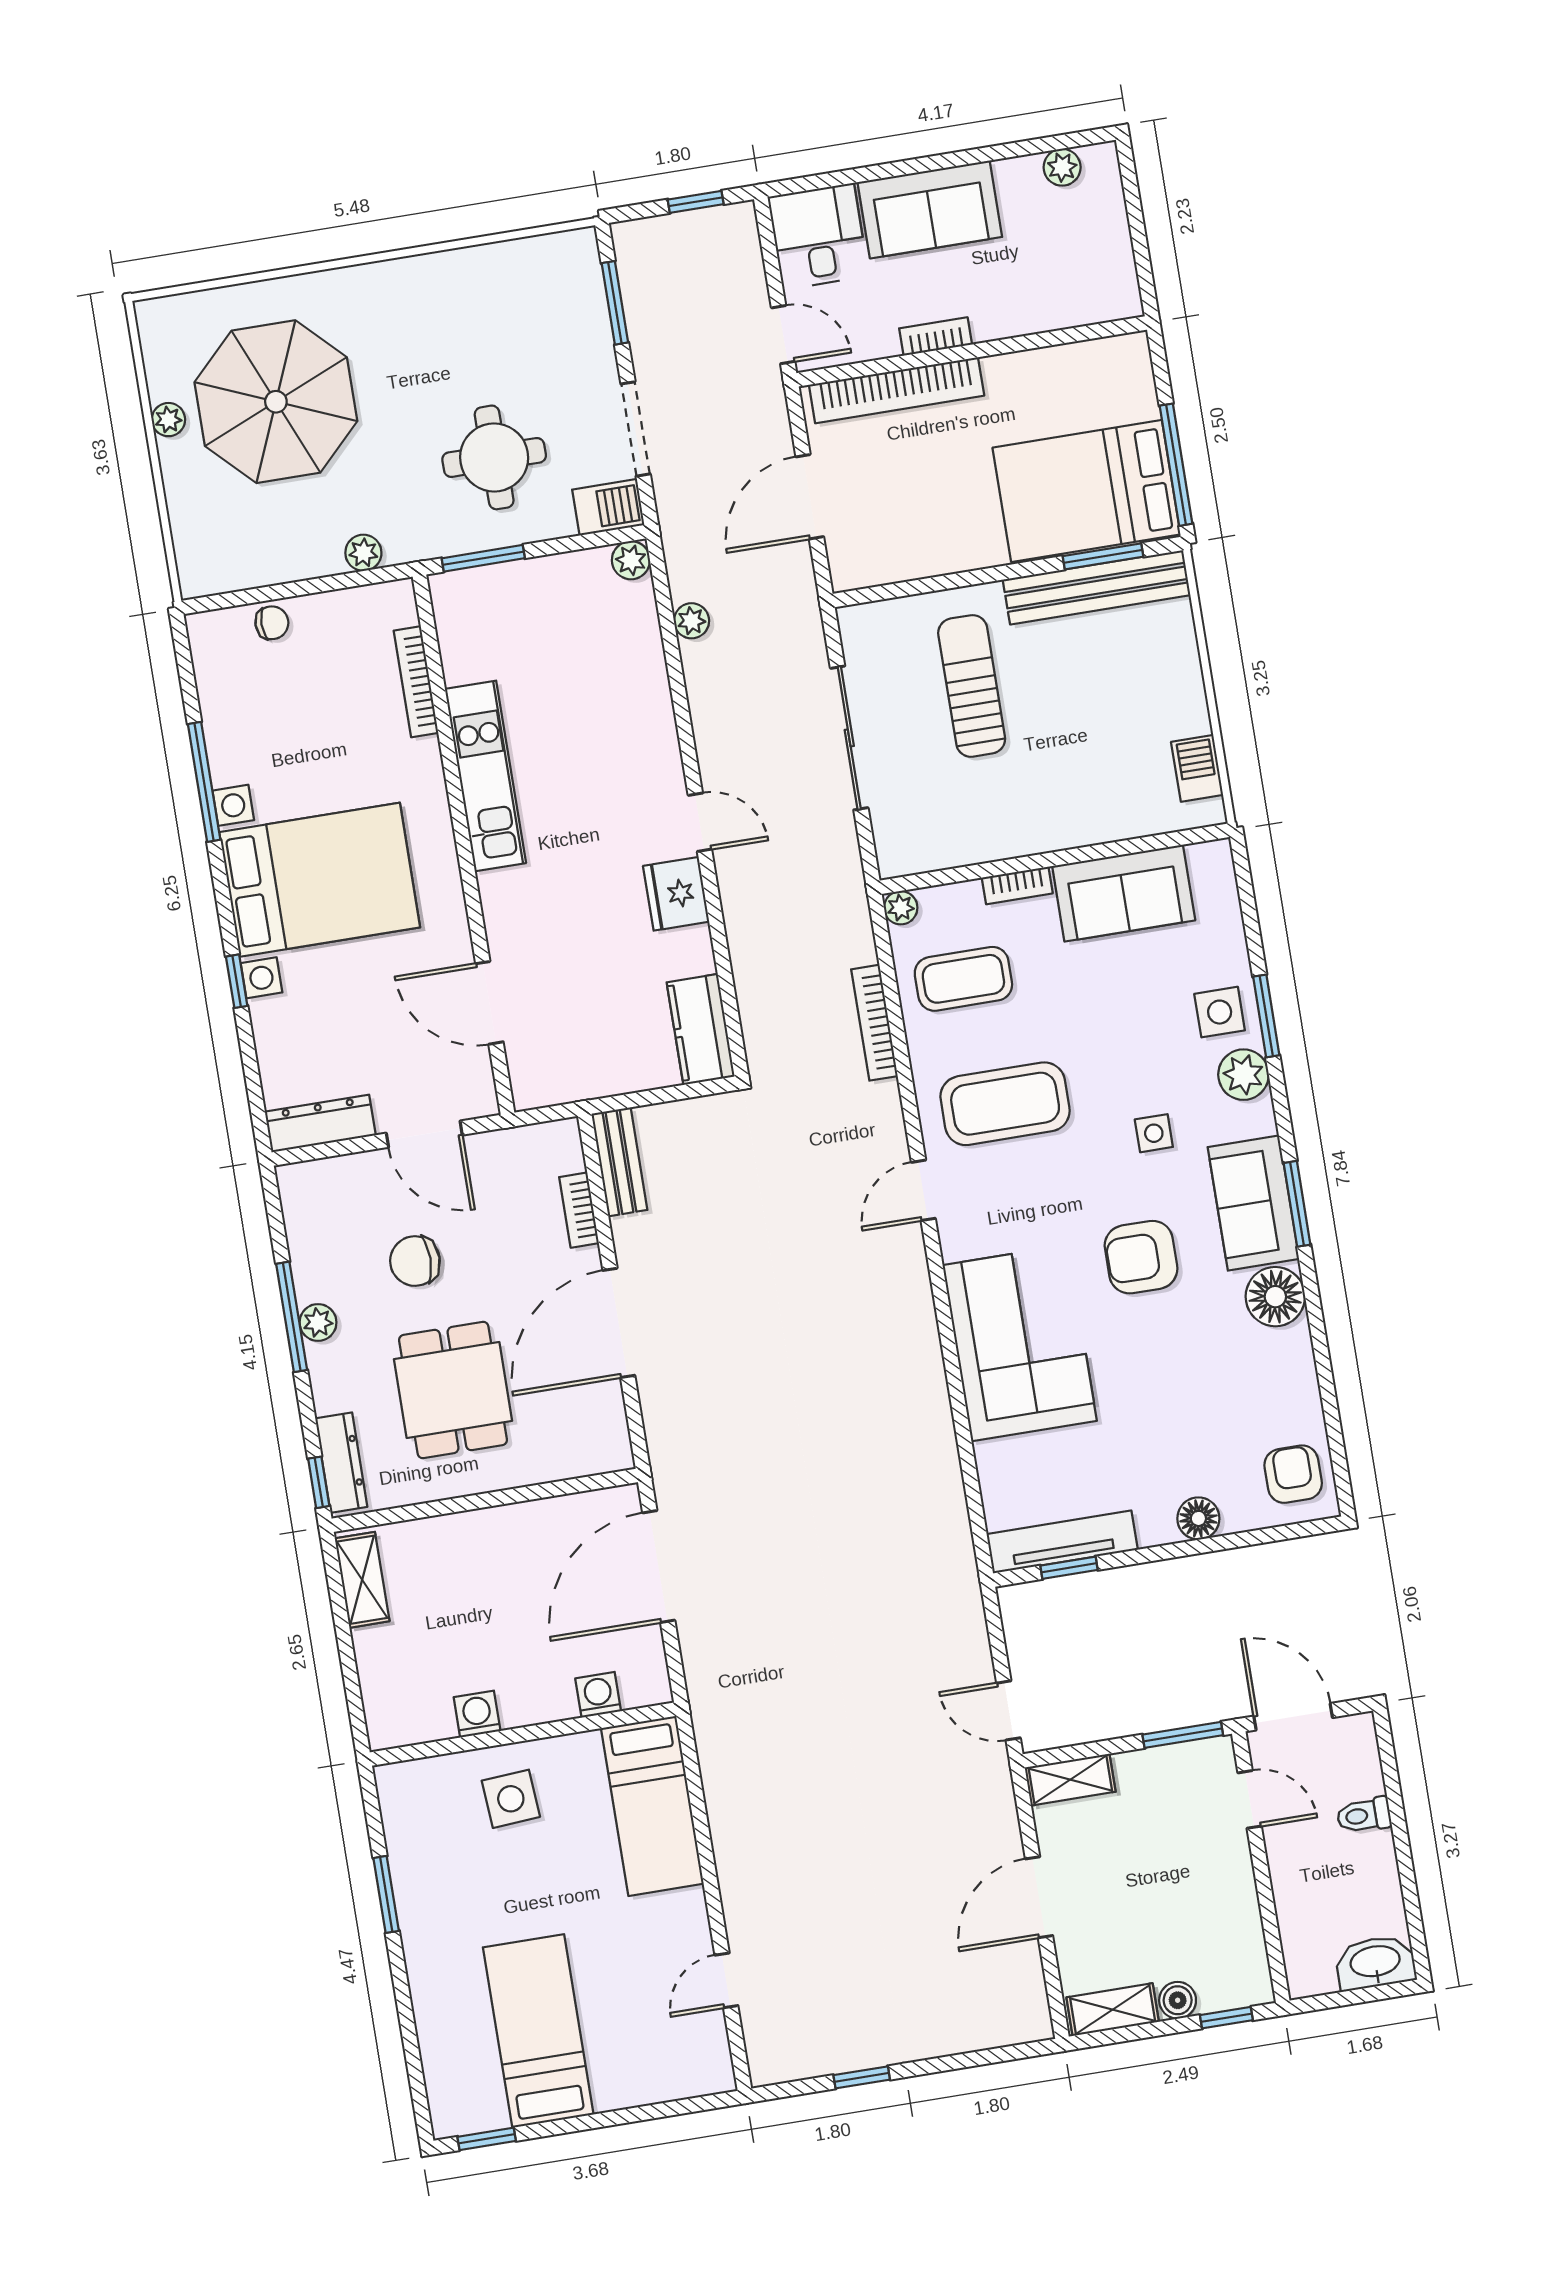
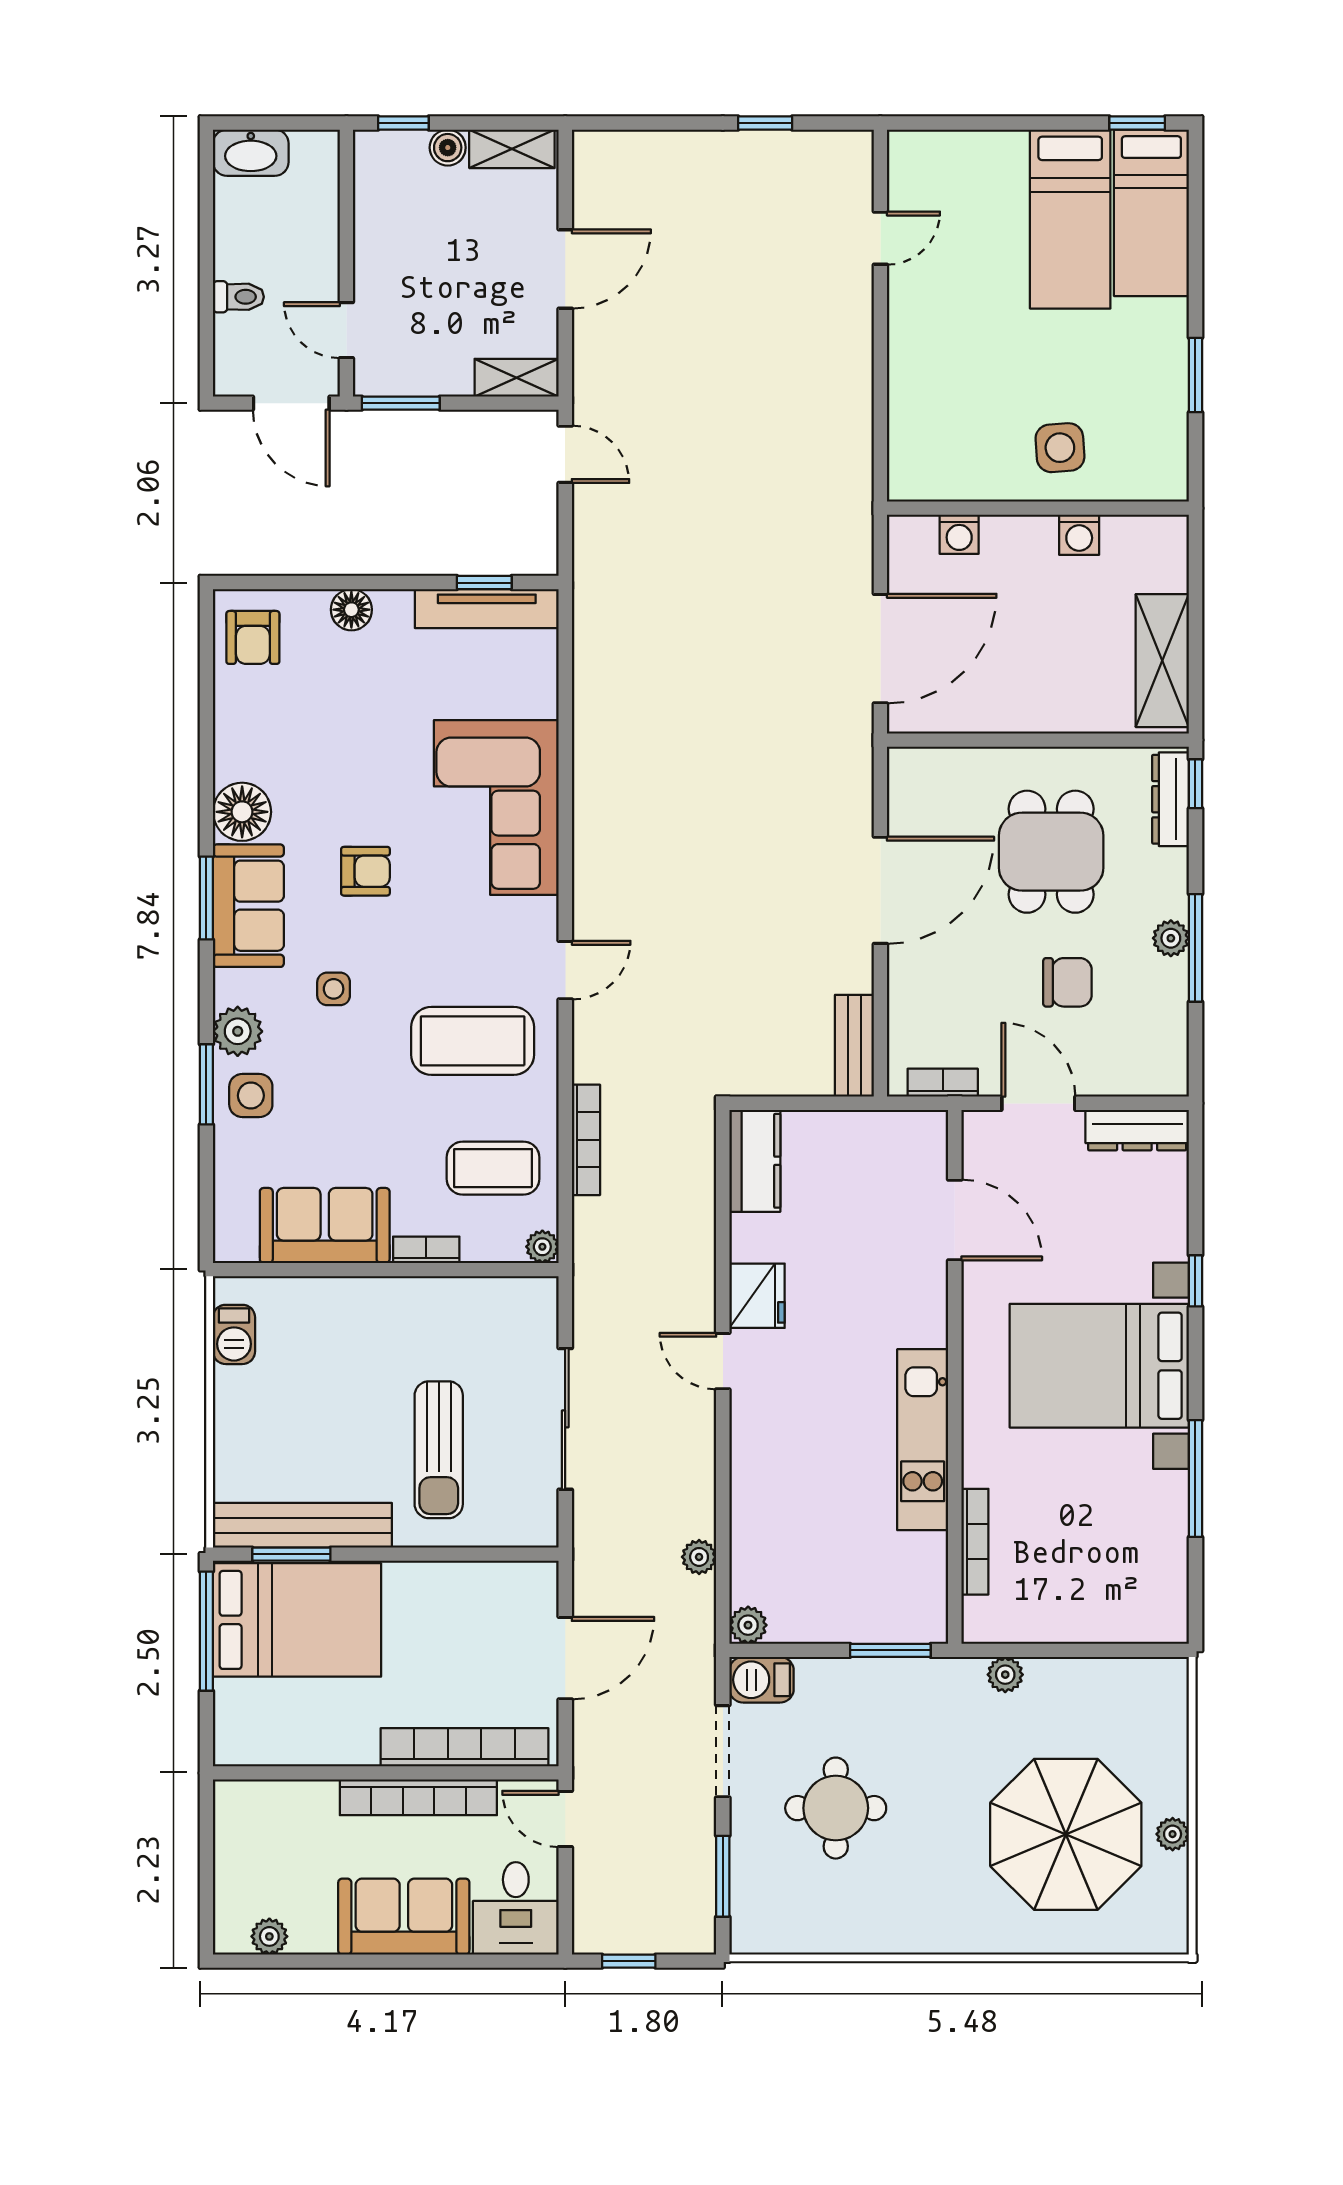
bookcase: (936, 336) -> (418, 1797), width x2.31, depth x1.31
round table: (494, 457) -> (836, 1808), moved
chair: (272, 623) -> (1105, 1621), removed
bookcase: (579, 1210) -> (943, 1083), moved, turned -90
armchair: (1141, 1257) -> (365, 871), width x0.72, depth x0.72
shelving: (362, 1580) -> (1162, 661), width x1.50, depth x1.33
bed: (652, 1806) -> (1151, 213), moved, turned 180

